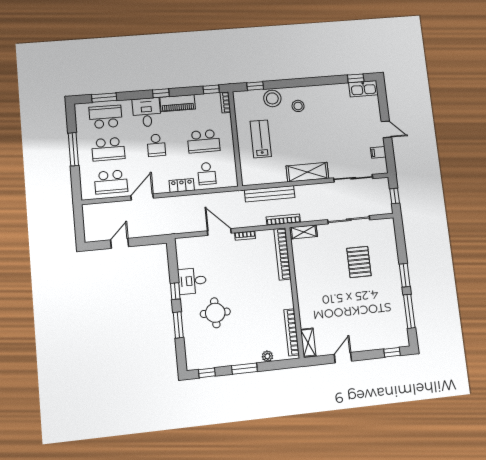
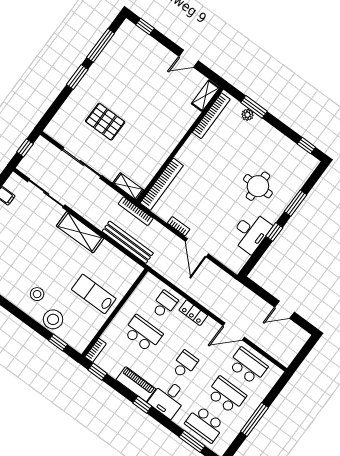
lab bench: (261, 139) -> (94, 294), turned 90
pallet: (359, 262) -> (105, 122), turned 90
desk: (192, 281) -> (251, 232), width x1.37
window: (244, 369) -> (254, 107), moved

